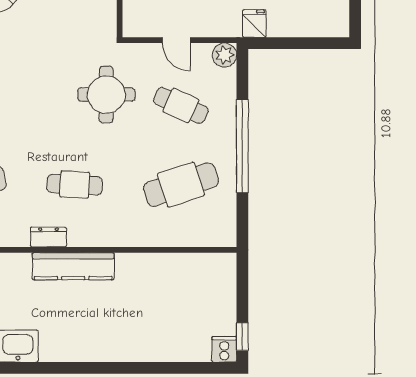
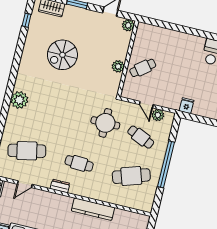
plant: (224, 55) -> (158, 115), moved
kitchen counter: (73, 266) -> (93, 209), moved

